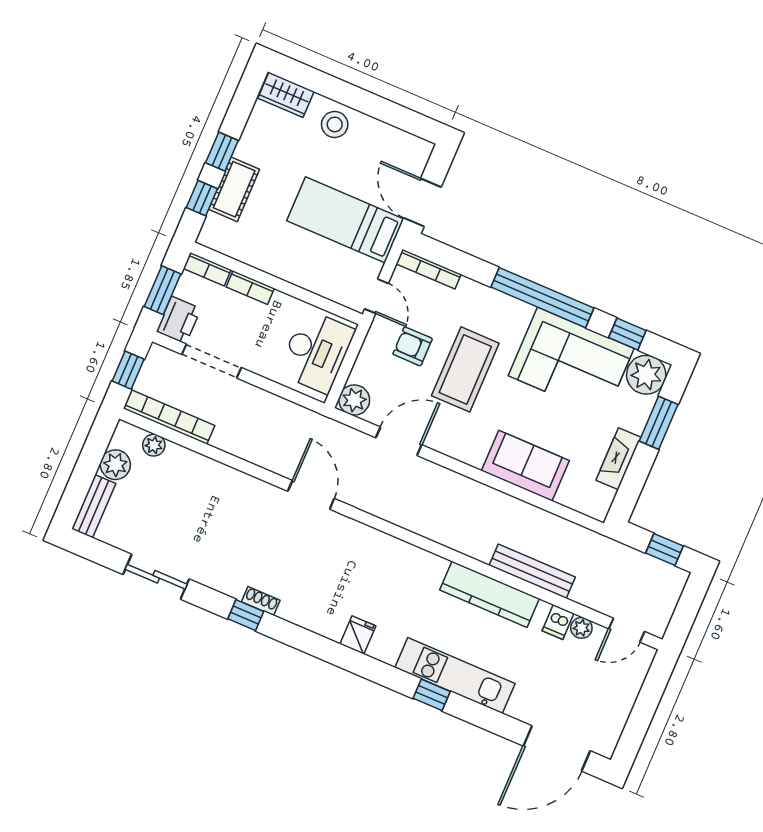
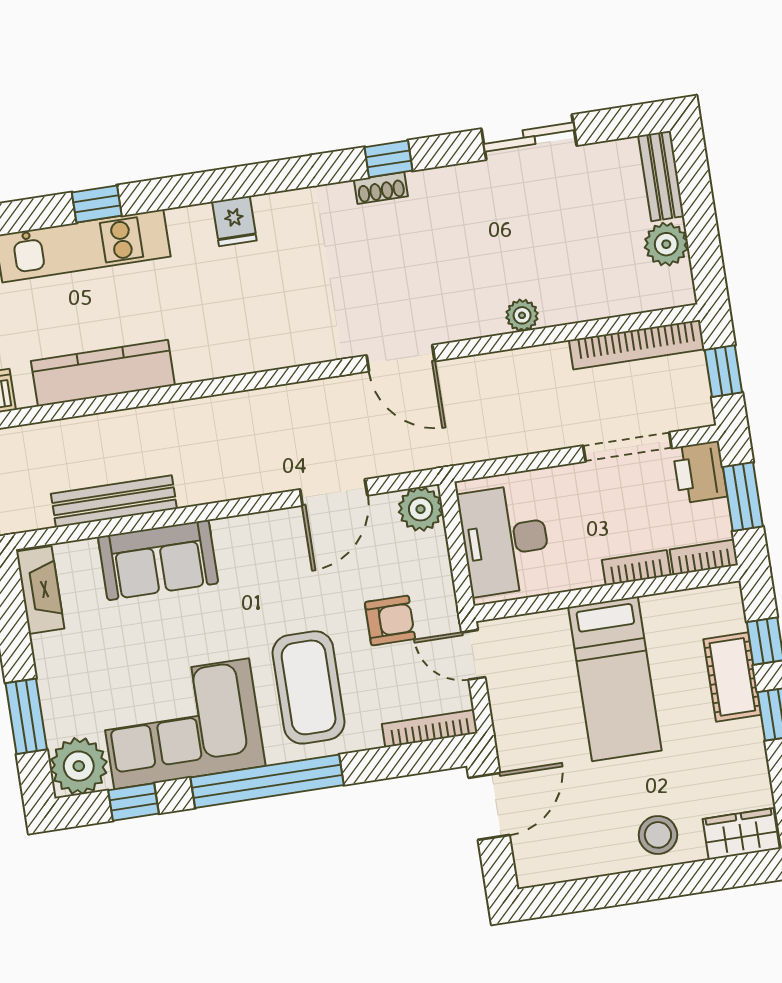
door: (422, 202) -> (489, 806), hinge flipped
bed: (345, 220) -> (615, 679), moved, turned 90
coffee table: (465, 369) -> (309, 687), moved
plant: (154, 445) -> (522, 315), moved
fireplace: (618, 459) -> (40, 590), moved
bench: (532, 571) -> (114, 501), moved

